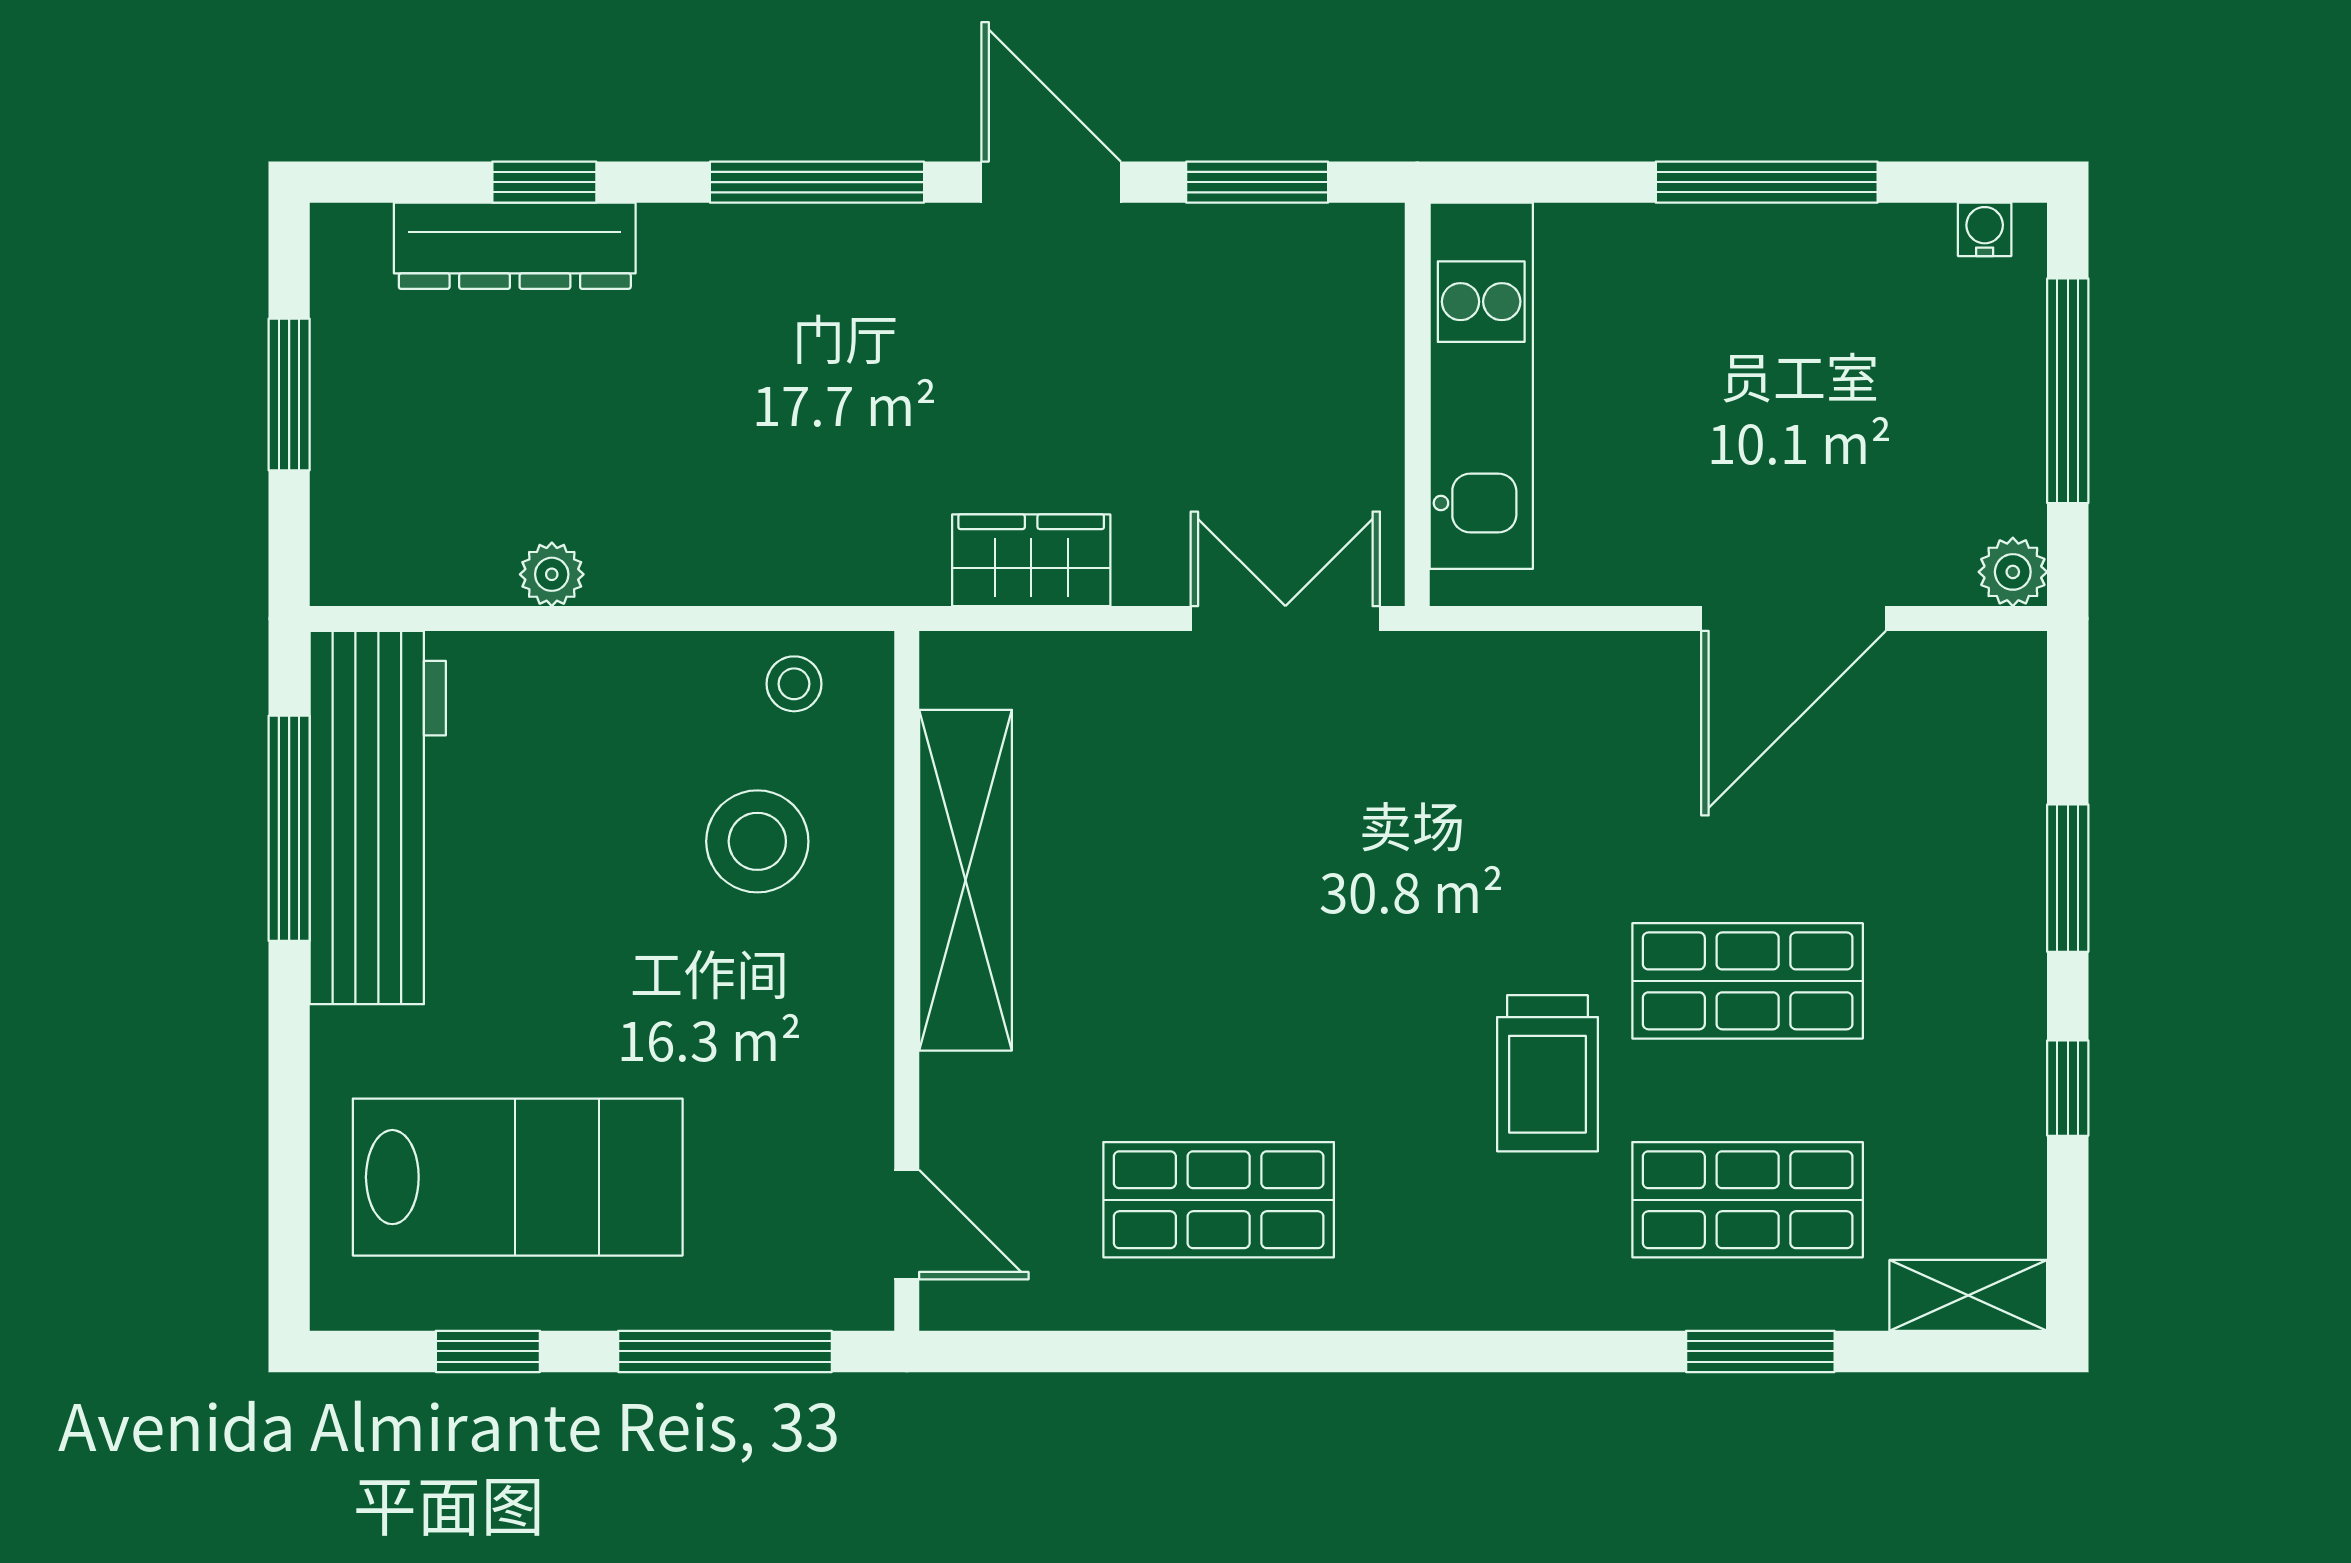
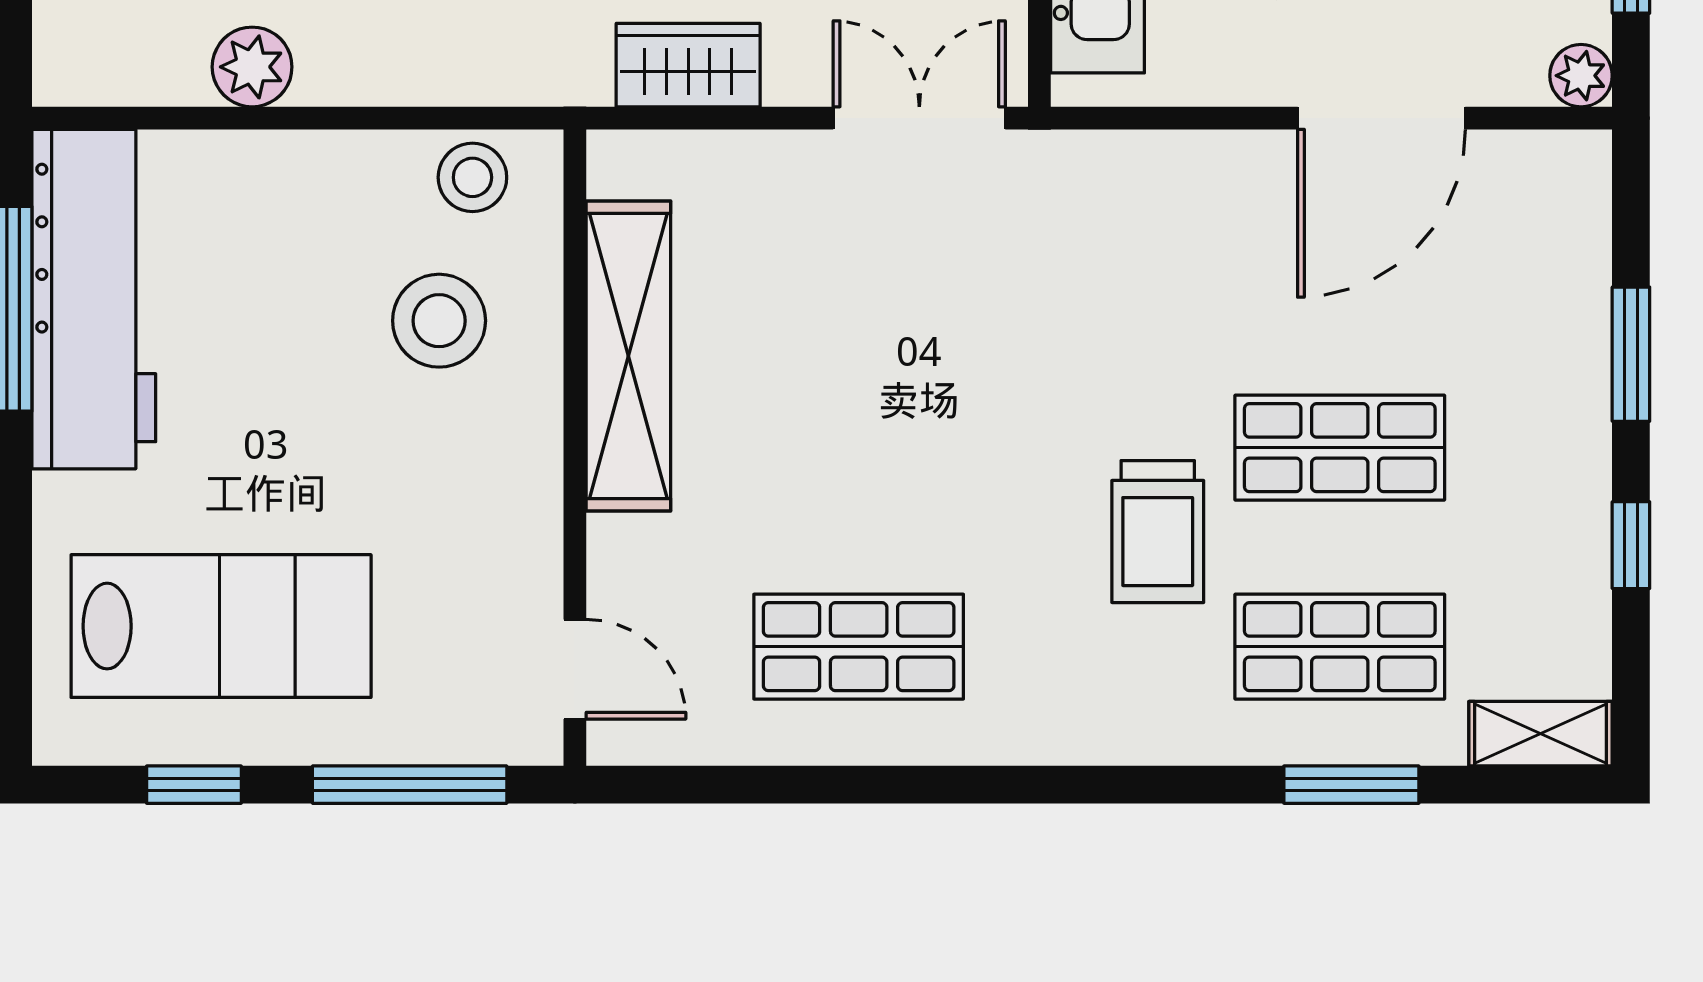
plant: (552, 574) -> (252, 67), width x1.38, depth x1.38
stool: (794, 684) -> (472, 177), width x1.37, depth x1.37

